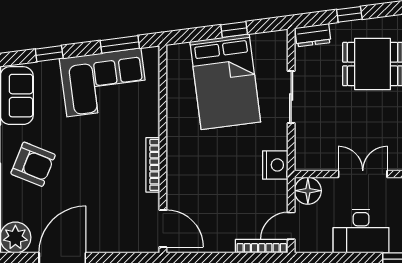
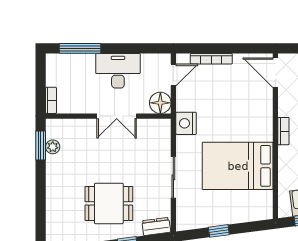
bed: (225, 82) -> (238, 166), moved, turned -83
bookcase: (153, 165) -> (283, 131), width x0.64
bookcase: (262, 246) -> (211, 59), moved

